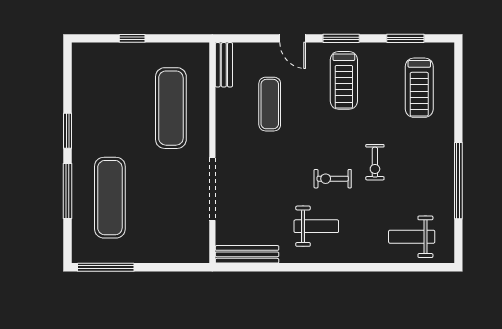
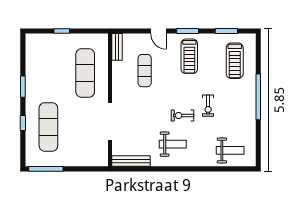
window: (458, 181) -> (258, 97), moved
window: (68, 191) -> (23, 123), width x0.46
weight bench: (412, 237) -> (230, 150), turned 180

